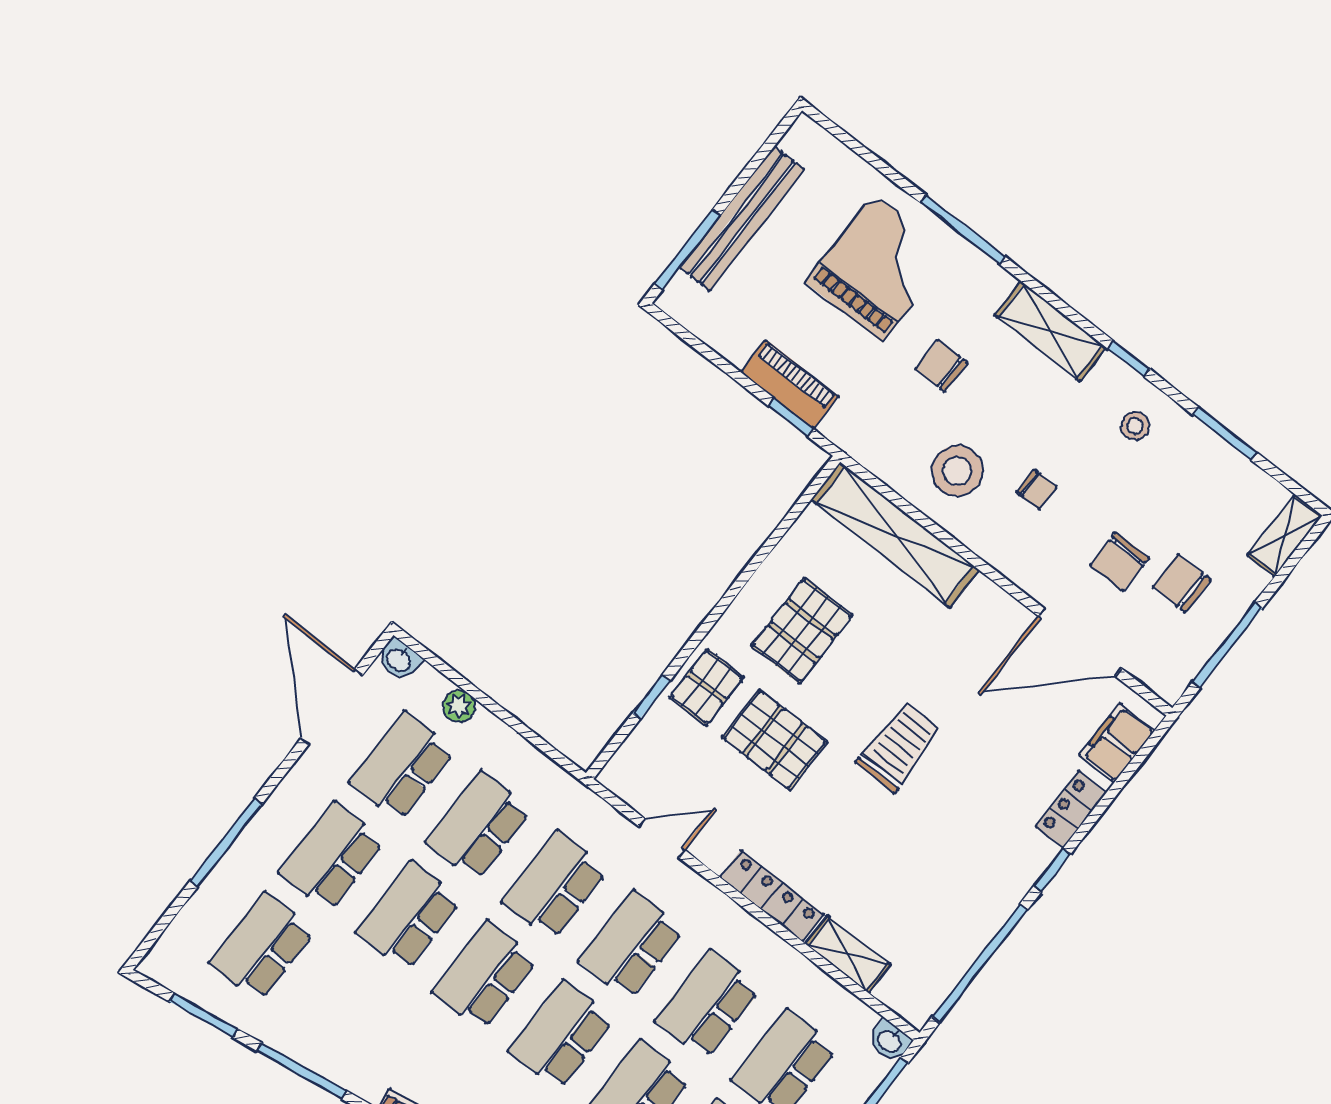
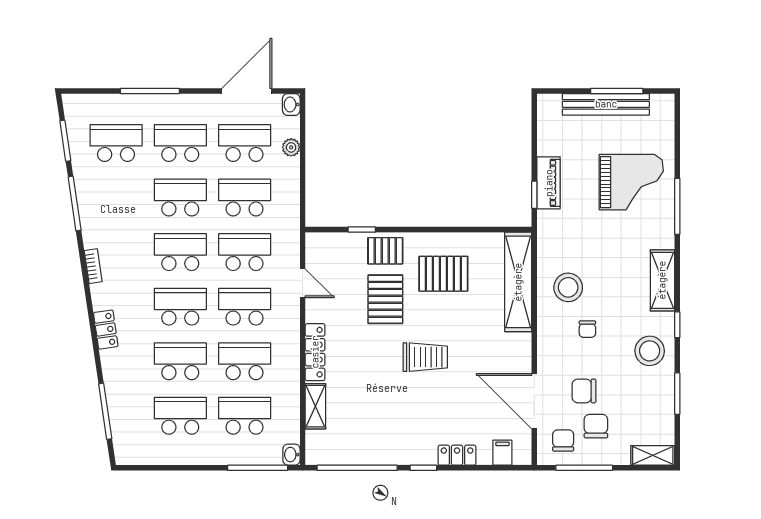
window: (687, 250) -> (617, 91), moved
chair: (941, 366) -> (563, 440), moved
stool: (1135, 426) -> (650, 351), width x1.89, depth x1.89
filing cabinet: (1117, 743) -> (502, 453), width x0.50

